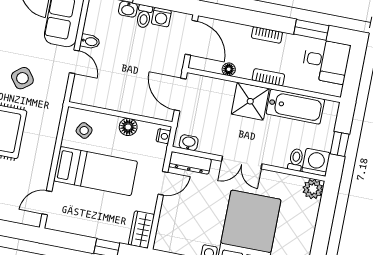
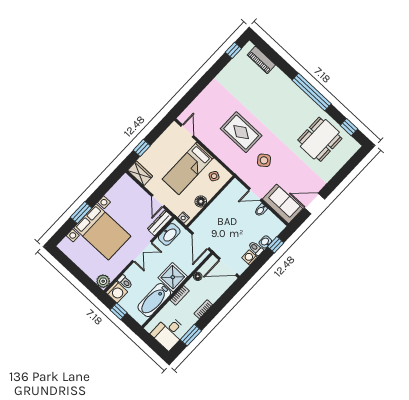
door: (180, 95) -> (201, 241), swing flipped
washbasin: (189, 143) -> (169, 234), width x1.91, depth x1.45
double door: (242, 163) -> (142, 251), swing flipped

